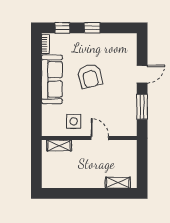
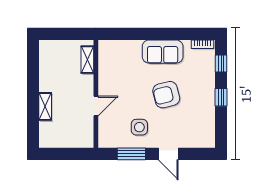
sofa: (52, 79) -> (163, 52), width x0.73
side table: (74, 121) -> (139, 127), moved
shelving: (118, 183) -> (45, 106), moved

